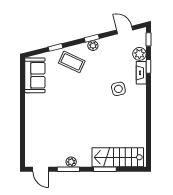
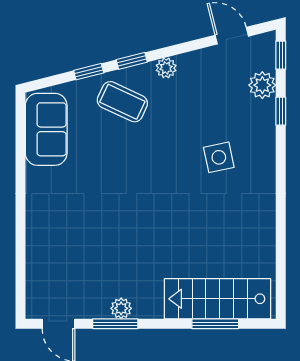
window: (92, 38) -> (132, 61), moved
fireplace: (141, 73) -> (266, 124), removed
window: (105, 169) -> (215, 324), moved

